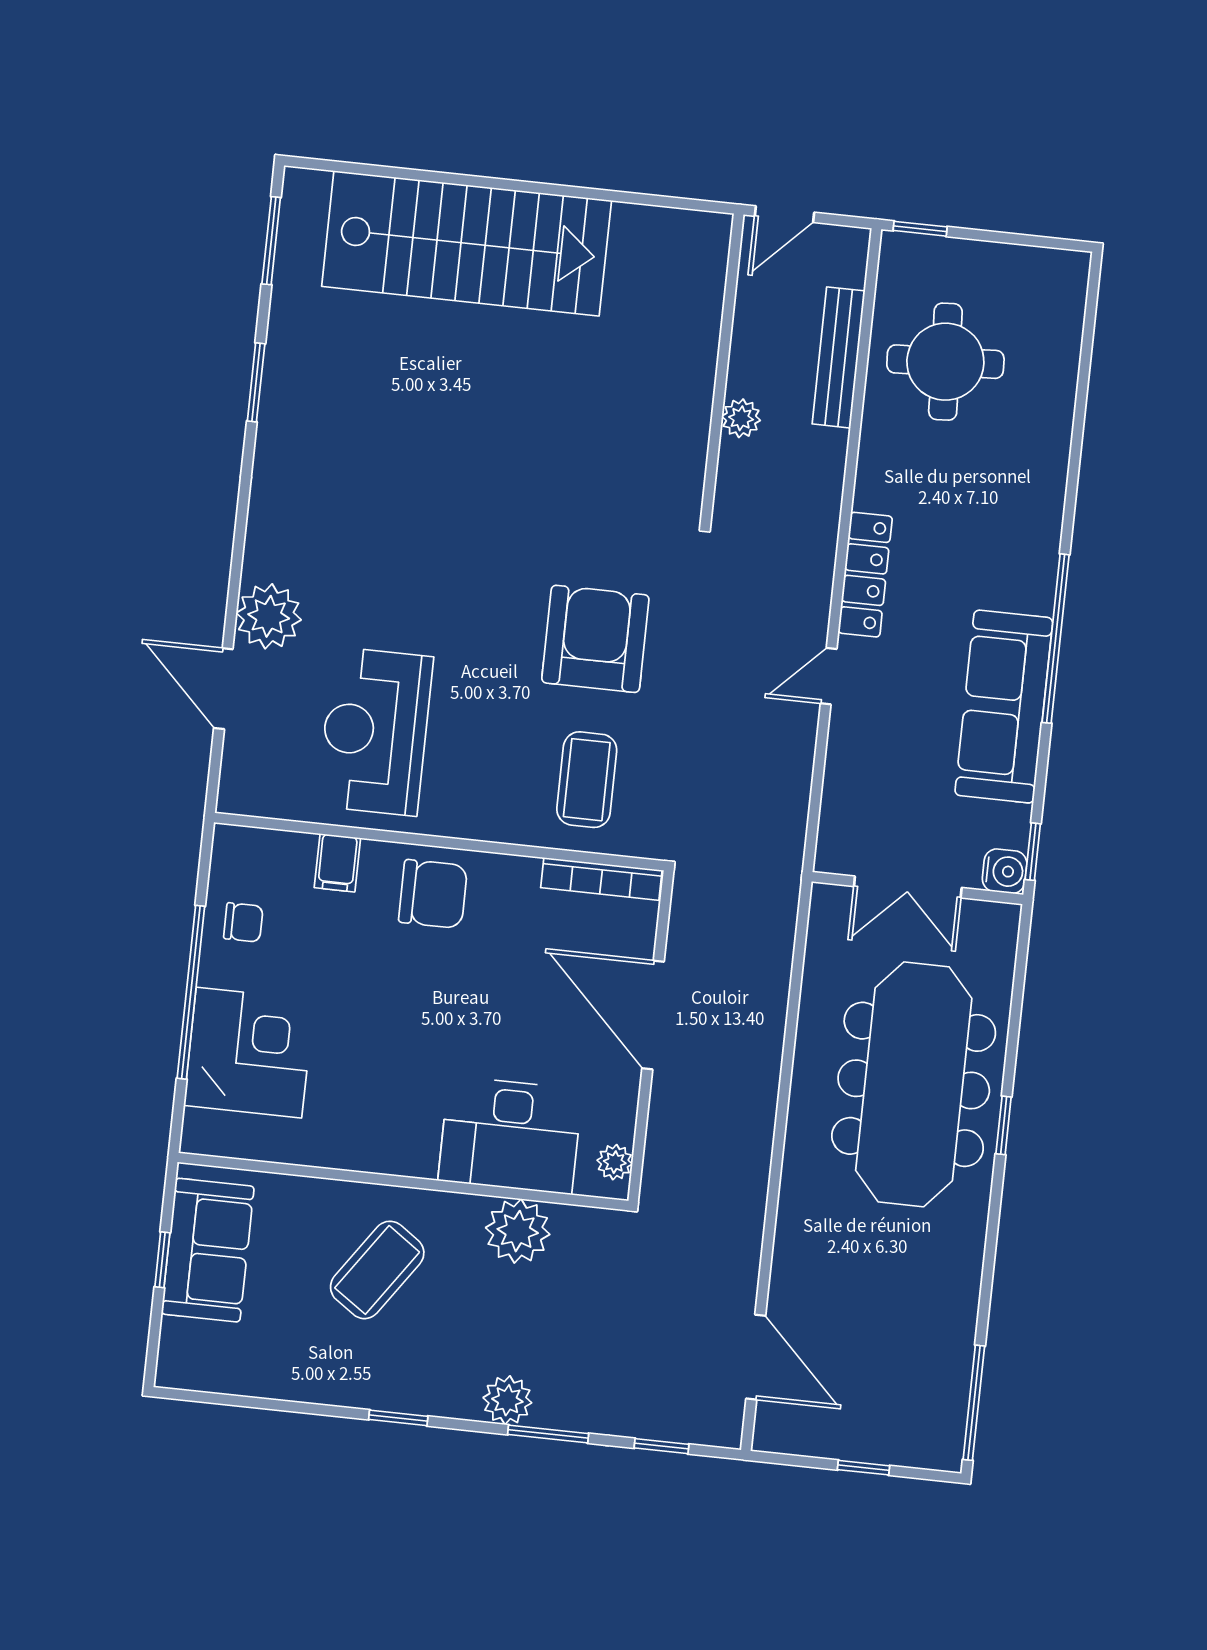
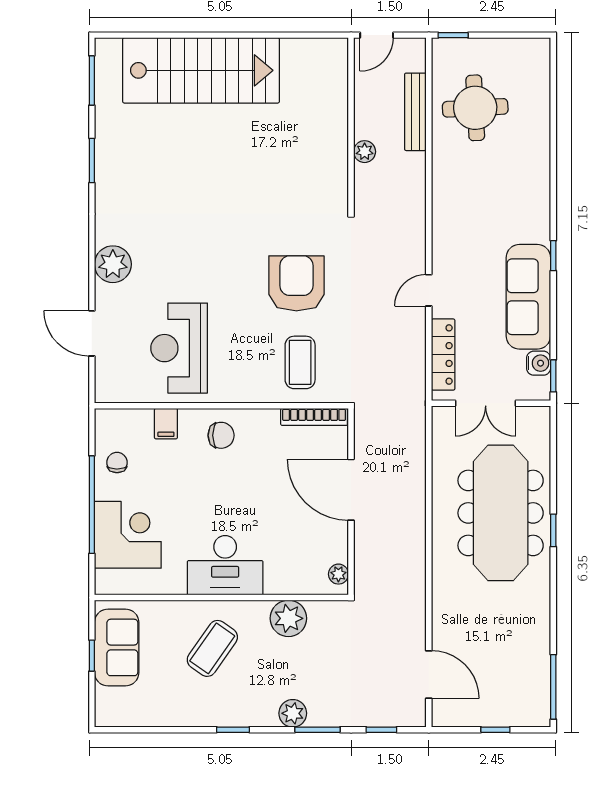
locker: (865, 575) -> (443, 355), moved
plant: (269, 616) -> (113, 264), moved
window: (1056, 639) -> (553, 256), width x0.32
water cooler: (1005, 871) -> (539, 363), moved
chair: (433, 894) -> (221, 435), width x0.73, depth x0.73
chair: (243, 922) -> (117, 463), turned -90
desk: (510, 1135) -> (225, 565), moved

